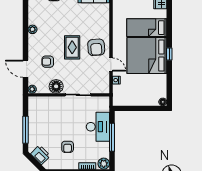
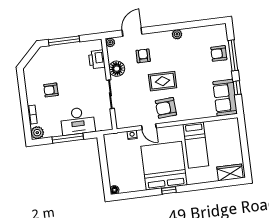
bed: (147, 28) -> (196, 145), moved, turned 180
door: (111, 64) -> (149, 127), hinge flipped
printer: (40, 155) -> (97, 59), moved, turned 135

